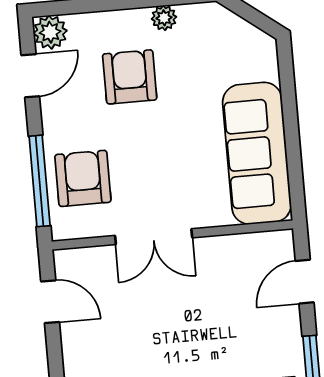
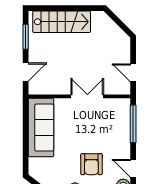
door: (30, 76) -> (133, 168), hinge flipped
armchair: (83, 178) -> (115, 123), removed

